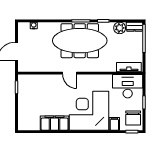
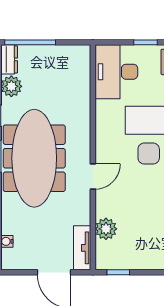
tv unit: (129, 67) -> (82, 248), moved
plant: (41, 80) -> (106, 229), added

